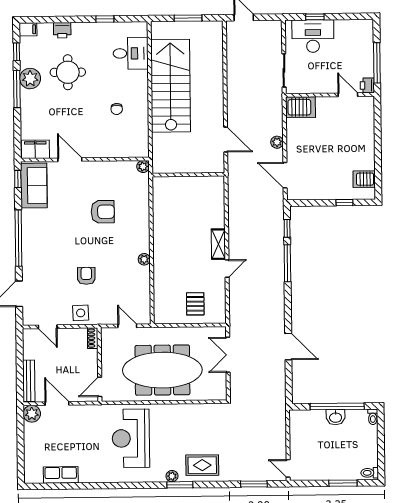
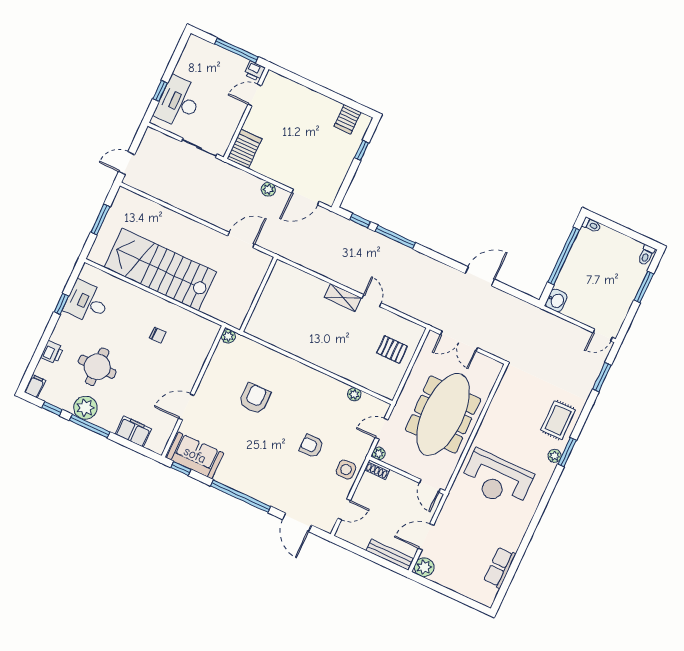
desk: (131, 53) -> (87, 302), moved, turned -90
filing cabinet: (35, 149) -> (133, 431), moved, turned 90
plant: (144, 259) -> (354, 394), moved
plant: (106, 333) -> (379, 453), added
washbasin: (336, 417) -> (556, 300), moved

